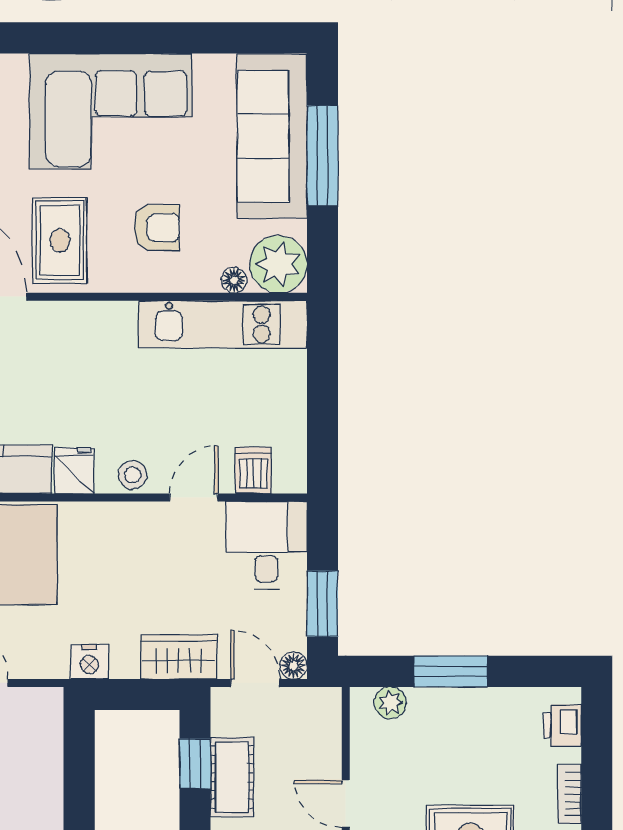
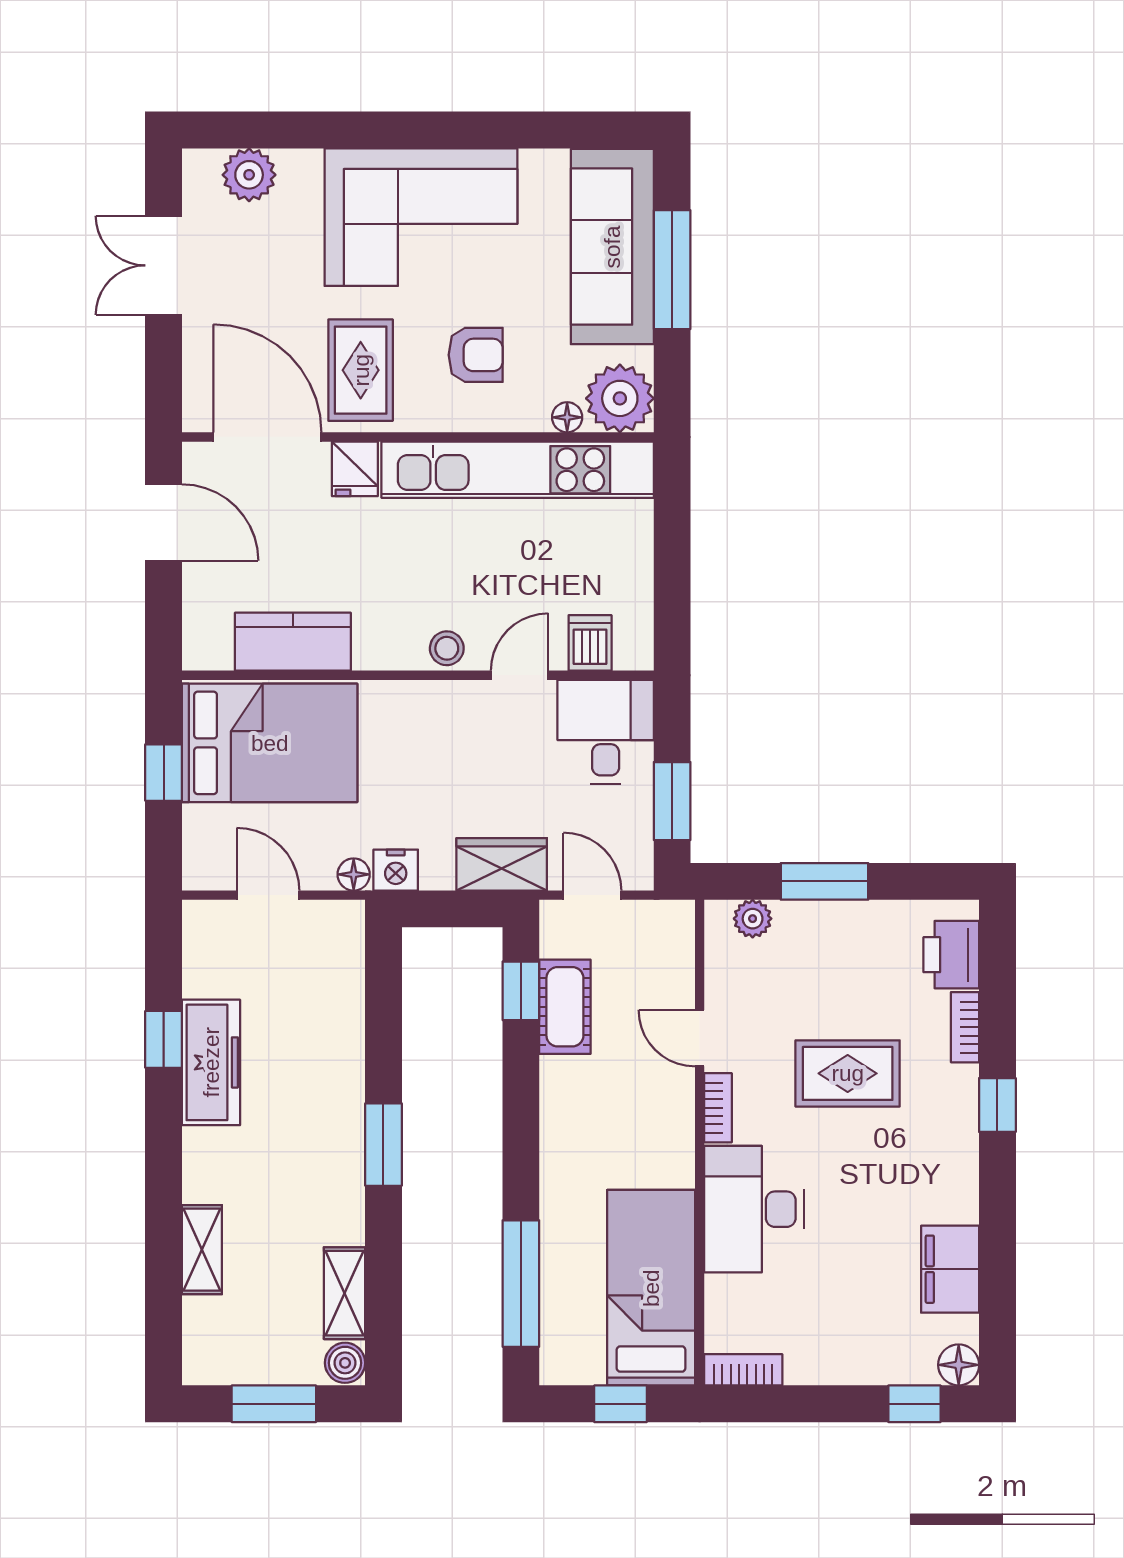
kitchen unit: (223, 324) -> (518, 470), width x1.36
fridge: (74, 471) -> (355, 469), moved, turned 180
floor lamp: (293, 666) -> (354, 874), moved
printer: (562, 726) -> (951, 955), width x1.36, depth x1.24

